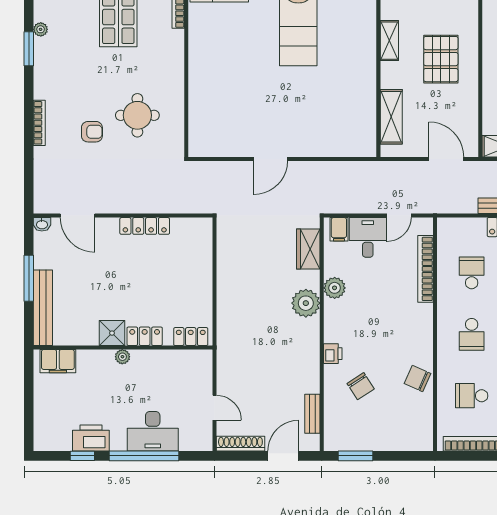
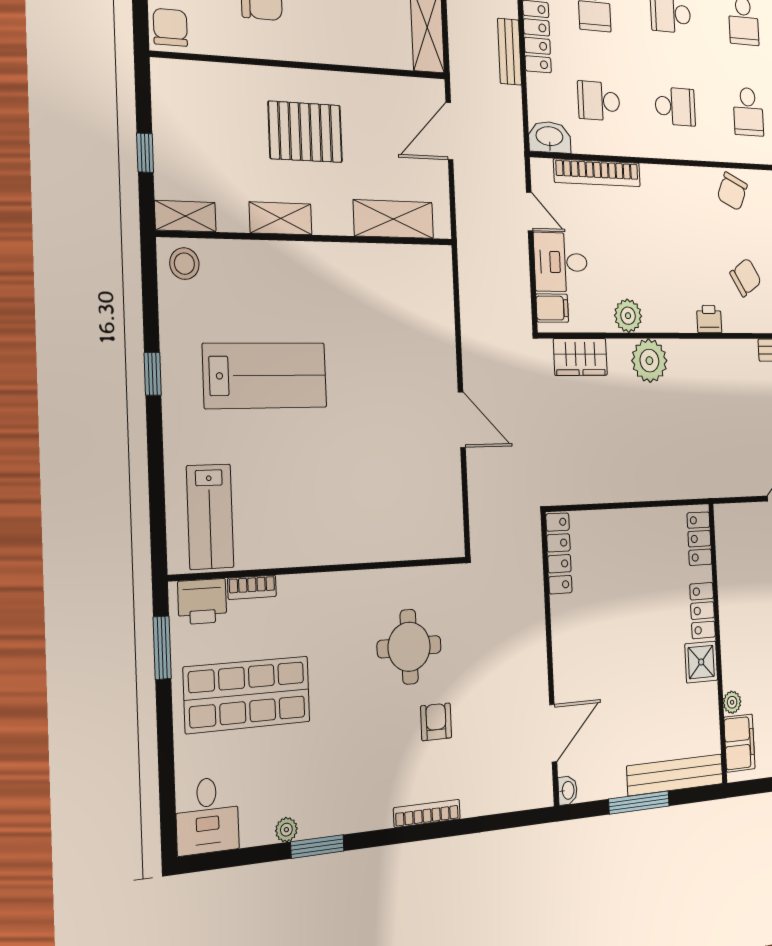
locker: (145, 226) -> (559, 553), moved
washbasin: (446, 233) -> (550, 137), added
plant: (122, 357) -> (732, 702), moved

